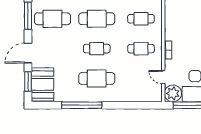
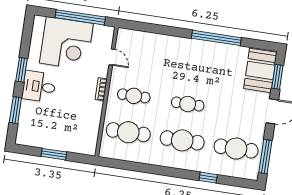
cafe table: (141, 19) -> (128, 132), width x1.37, depth x1.35
cafe table: (97, 78) -> (193, 68), removed
plant: (173, 93) -> (103, 35), removed

